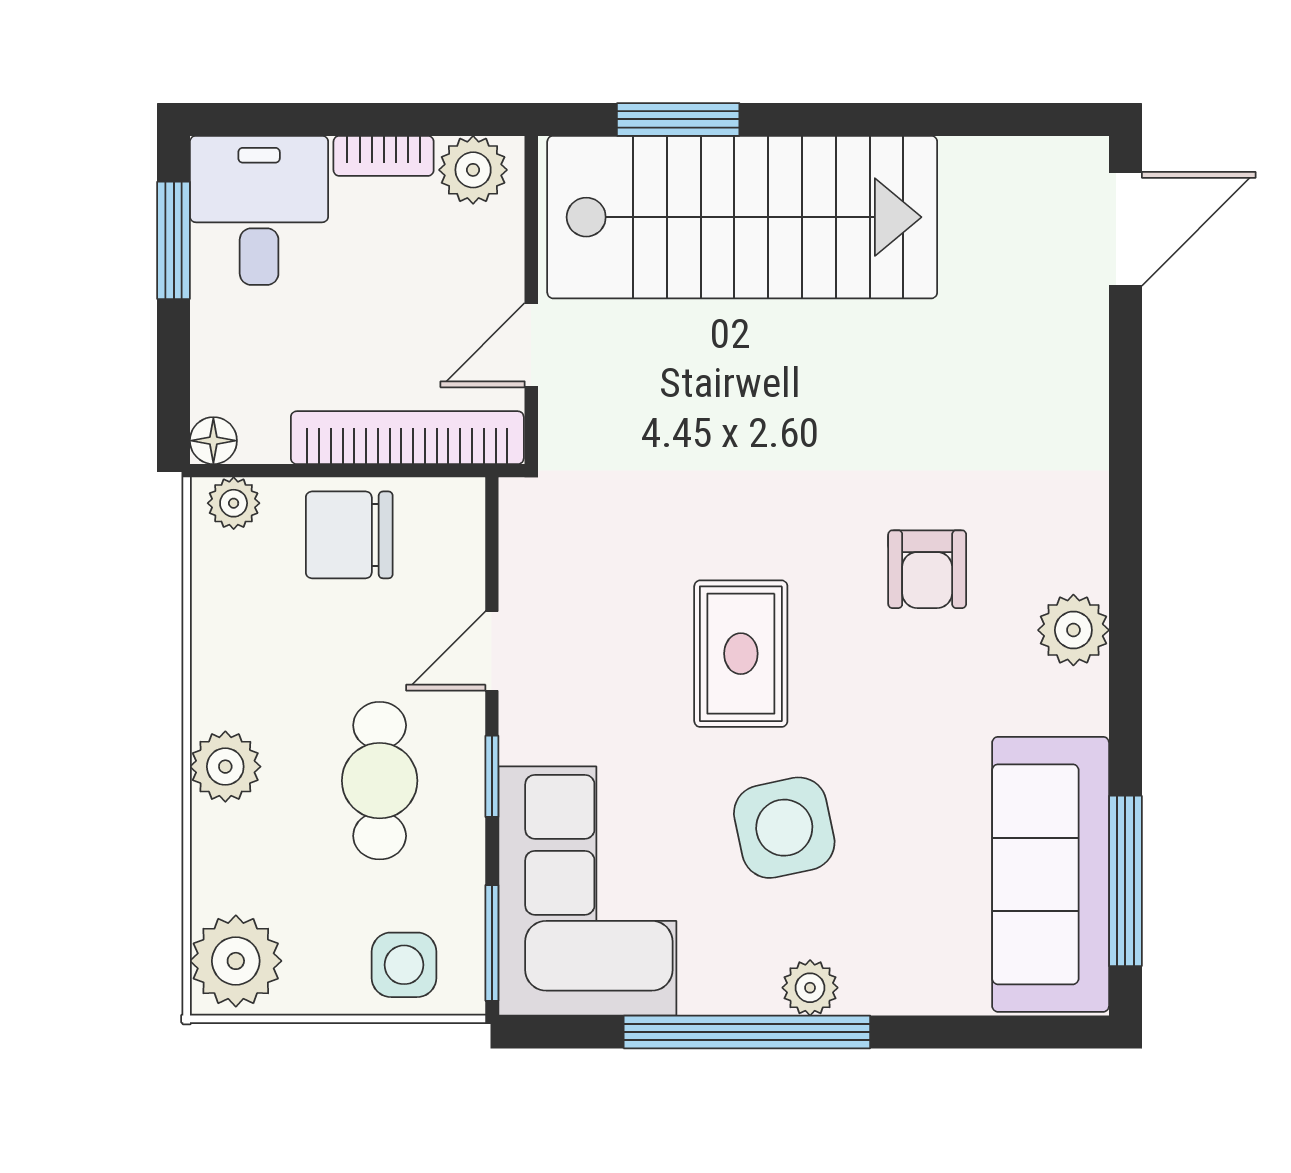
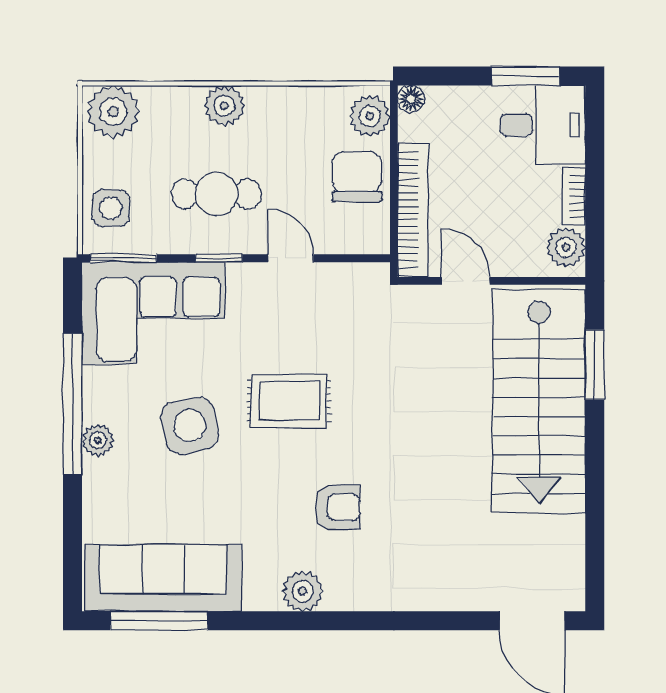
plant: (234, 503) -> (370, 116), width x1.38, depth x1.38
armchair: (927, 569) -> (337, 507), turned 180

